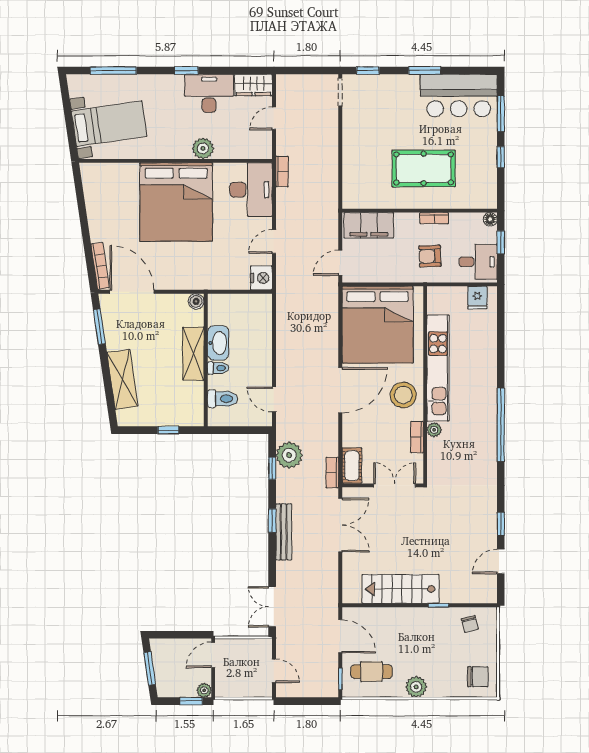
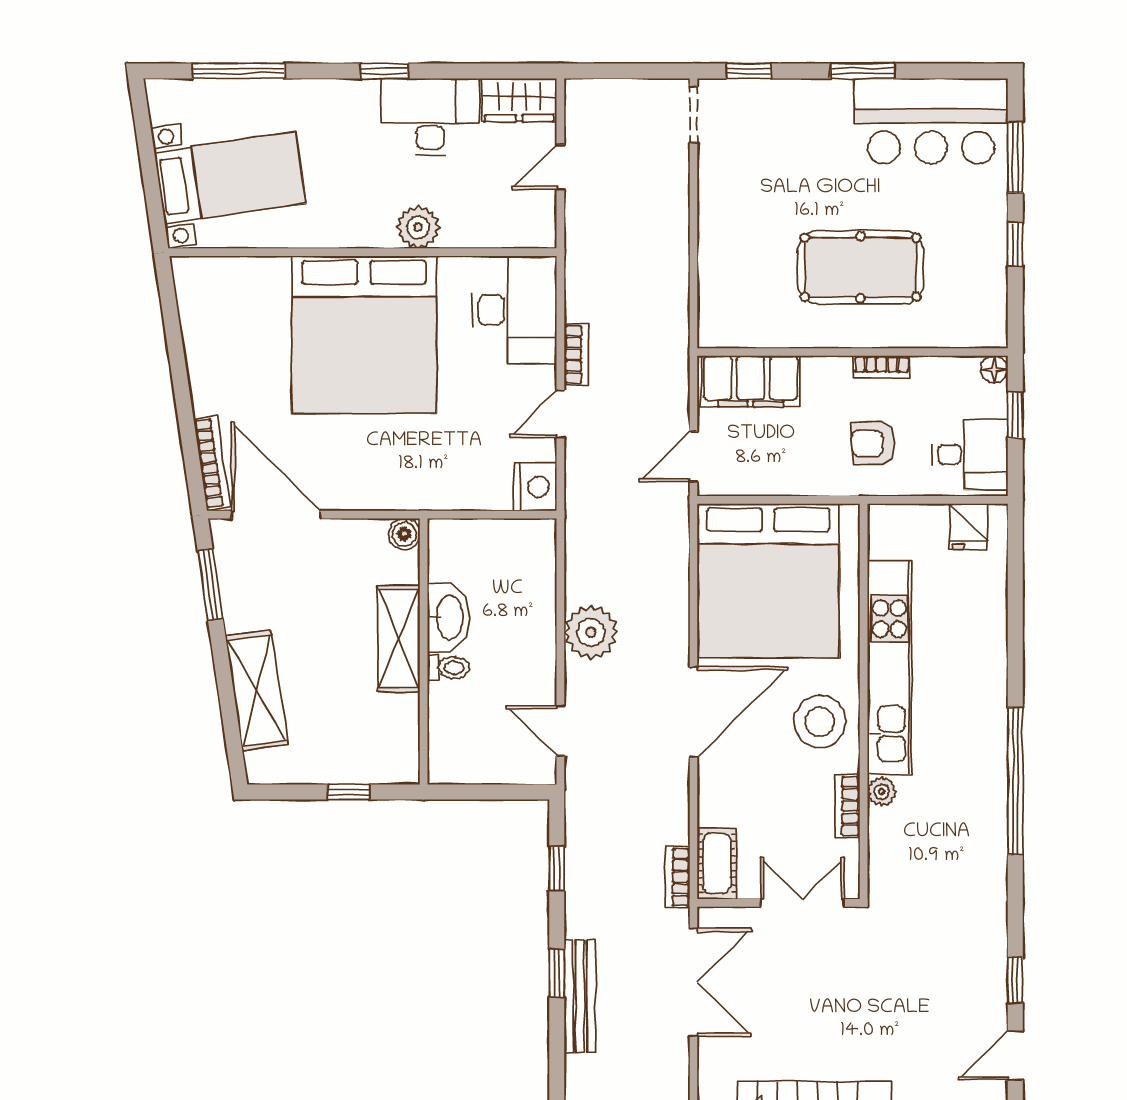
bookcase: (282, 171) -> (576, 354), moved
toilet: (222, 399) -> (457, 729), removed
plant: (289, 455) -> (591, 632), moved

